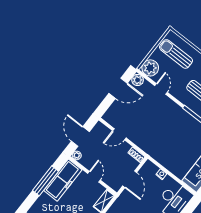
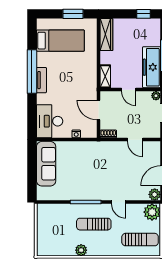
door: (161, 89) -> (119, 202), moved
door: (119, 134) -> (135, 140), swing flipped

